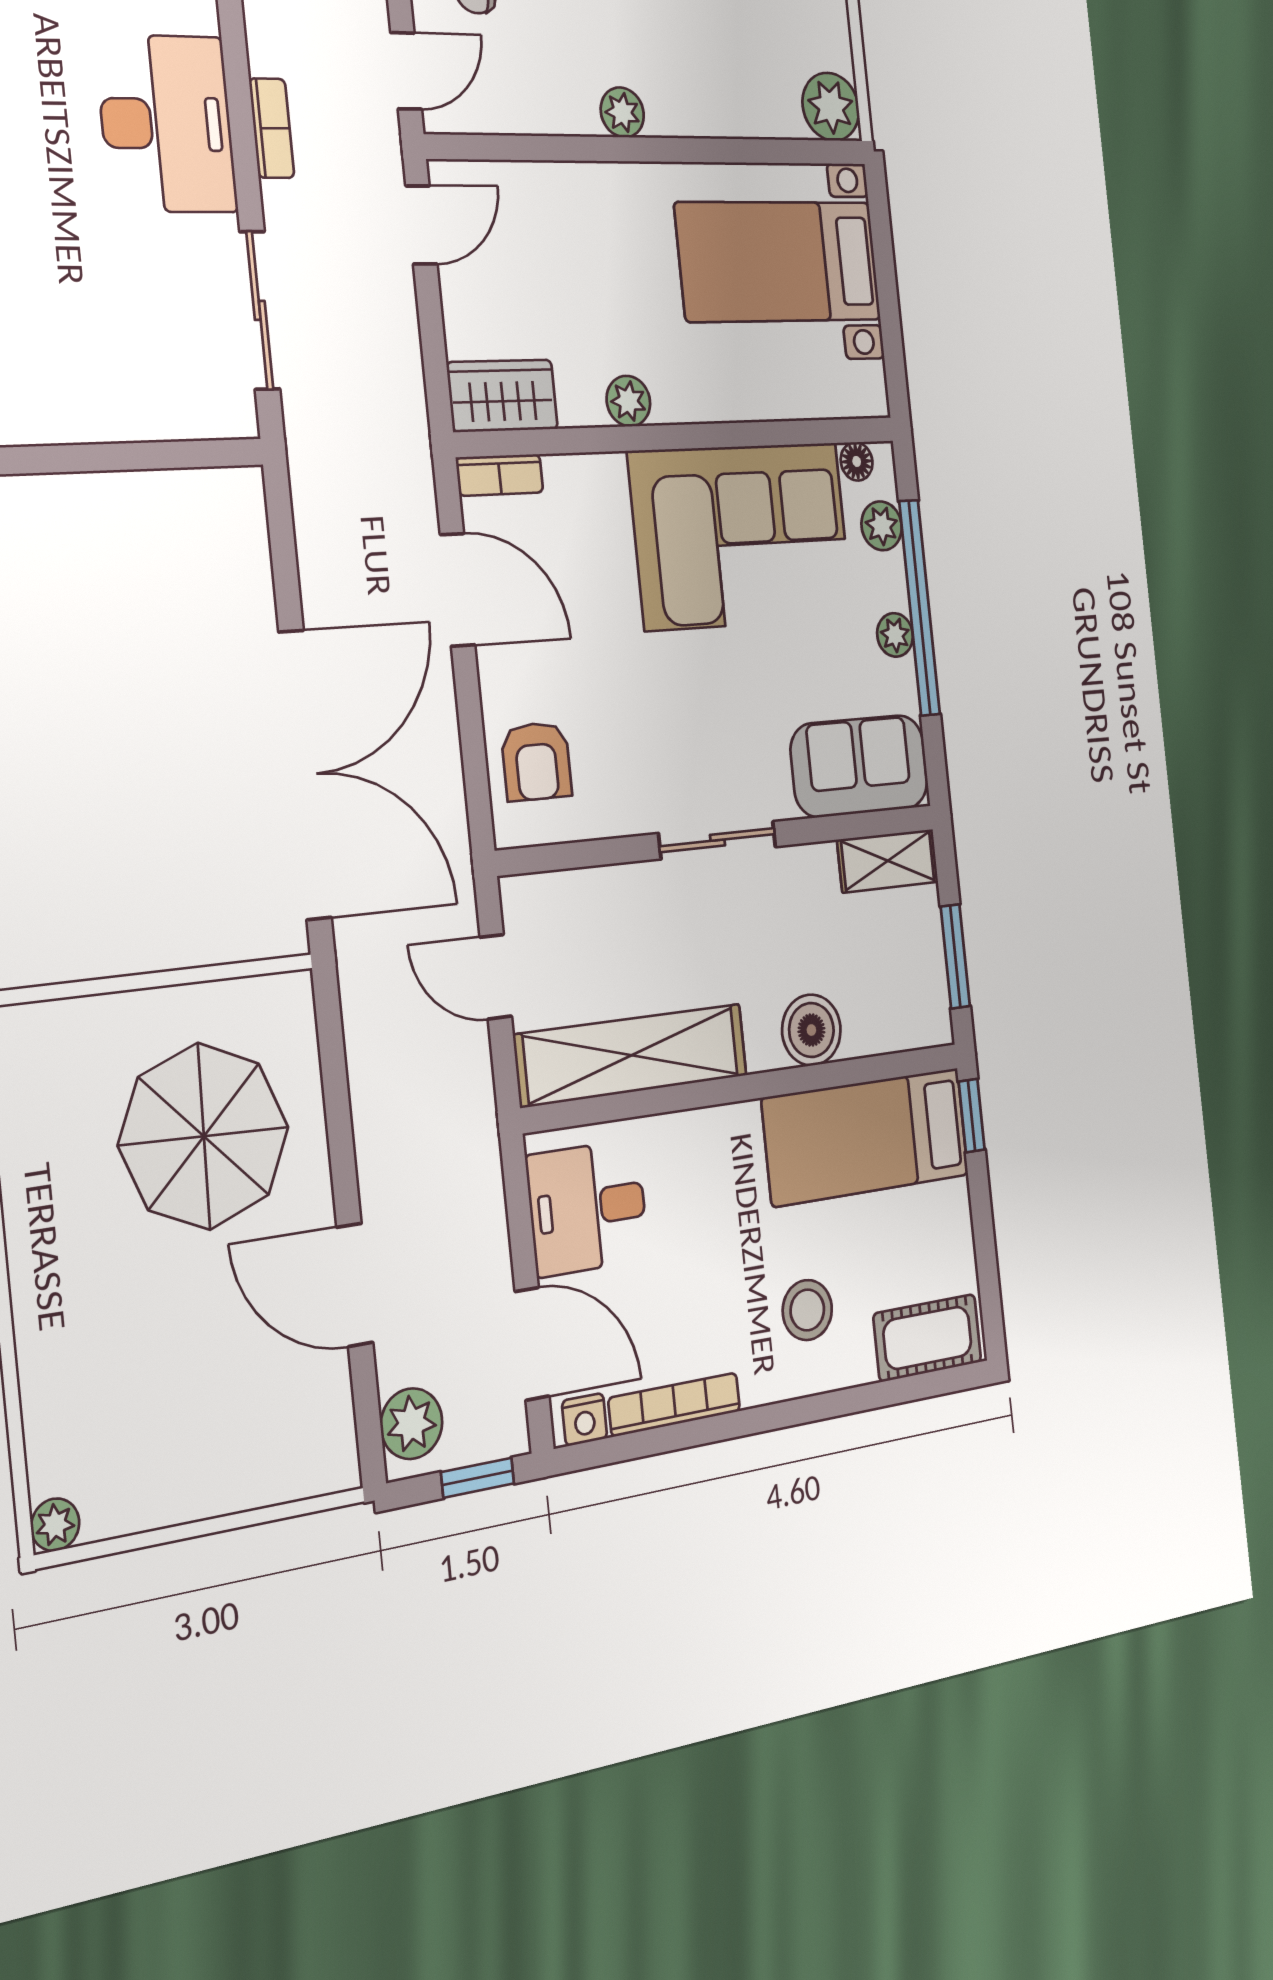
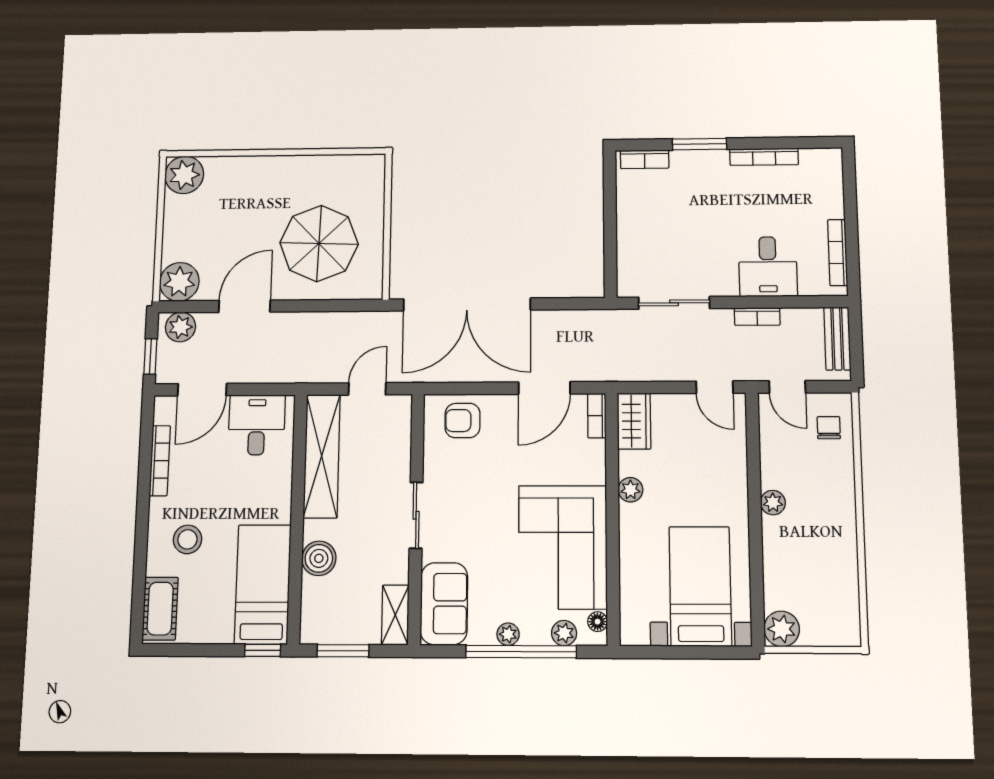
desk: (167, 124) -> (768, 267), width x0.73
nightstand: (585, 1420) -> (163, 413), removed
plant: (317, 1450) -> (179, 282), added
plant: (55, 1525) -> (184, 175), width x1.88, depth x1.88

